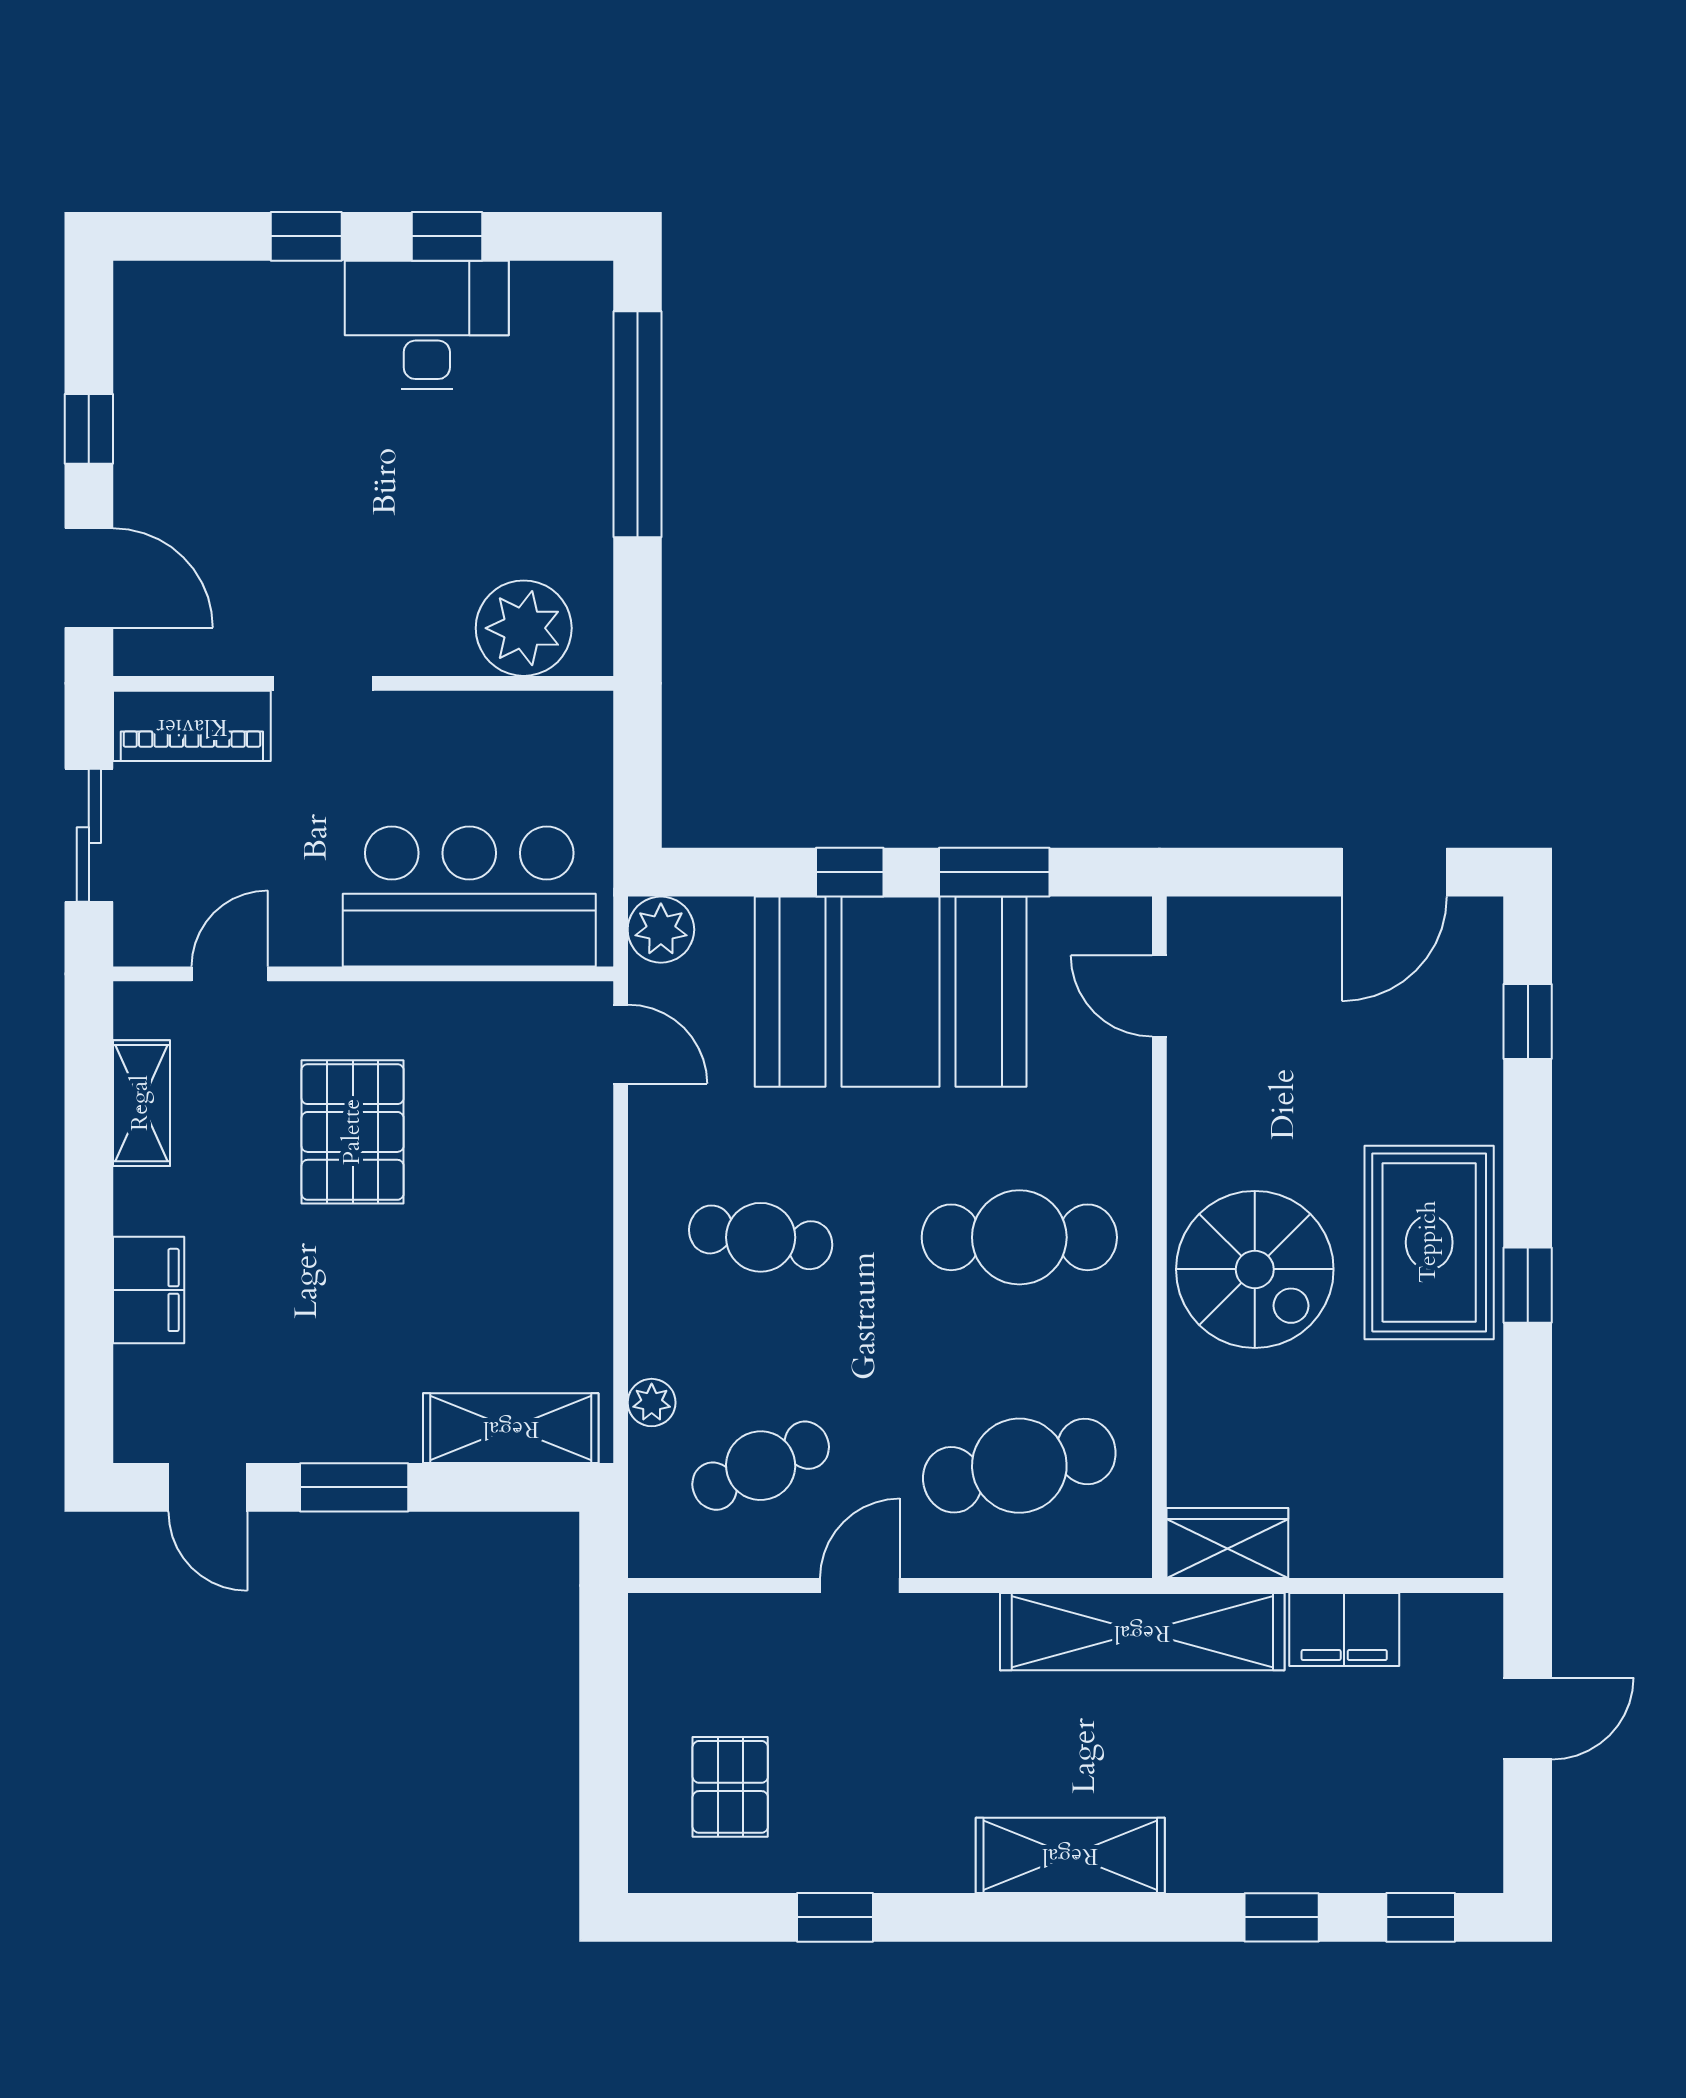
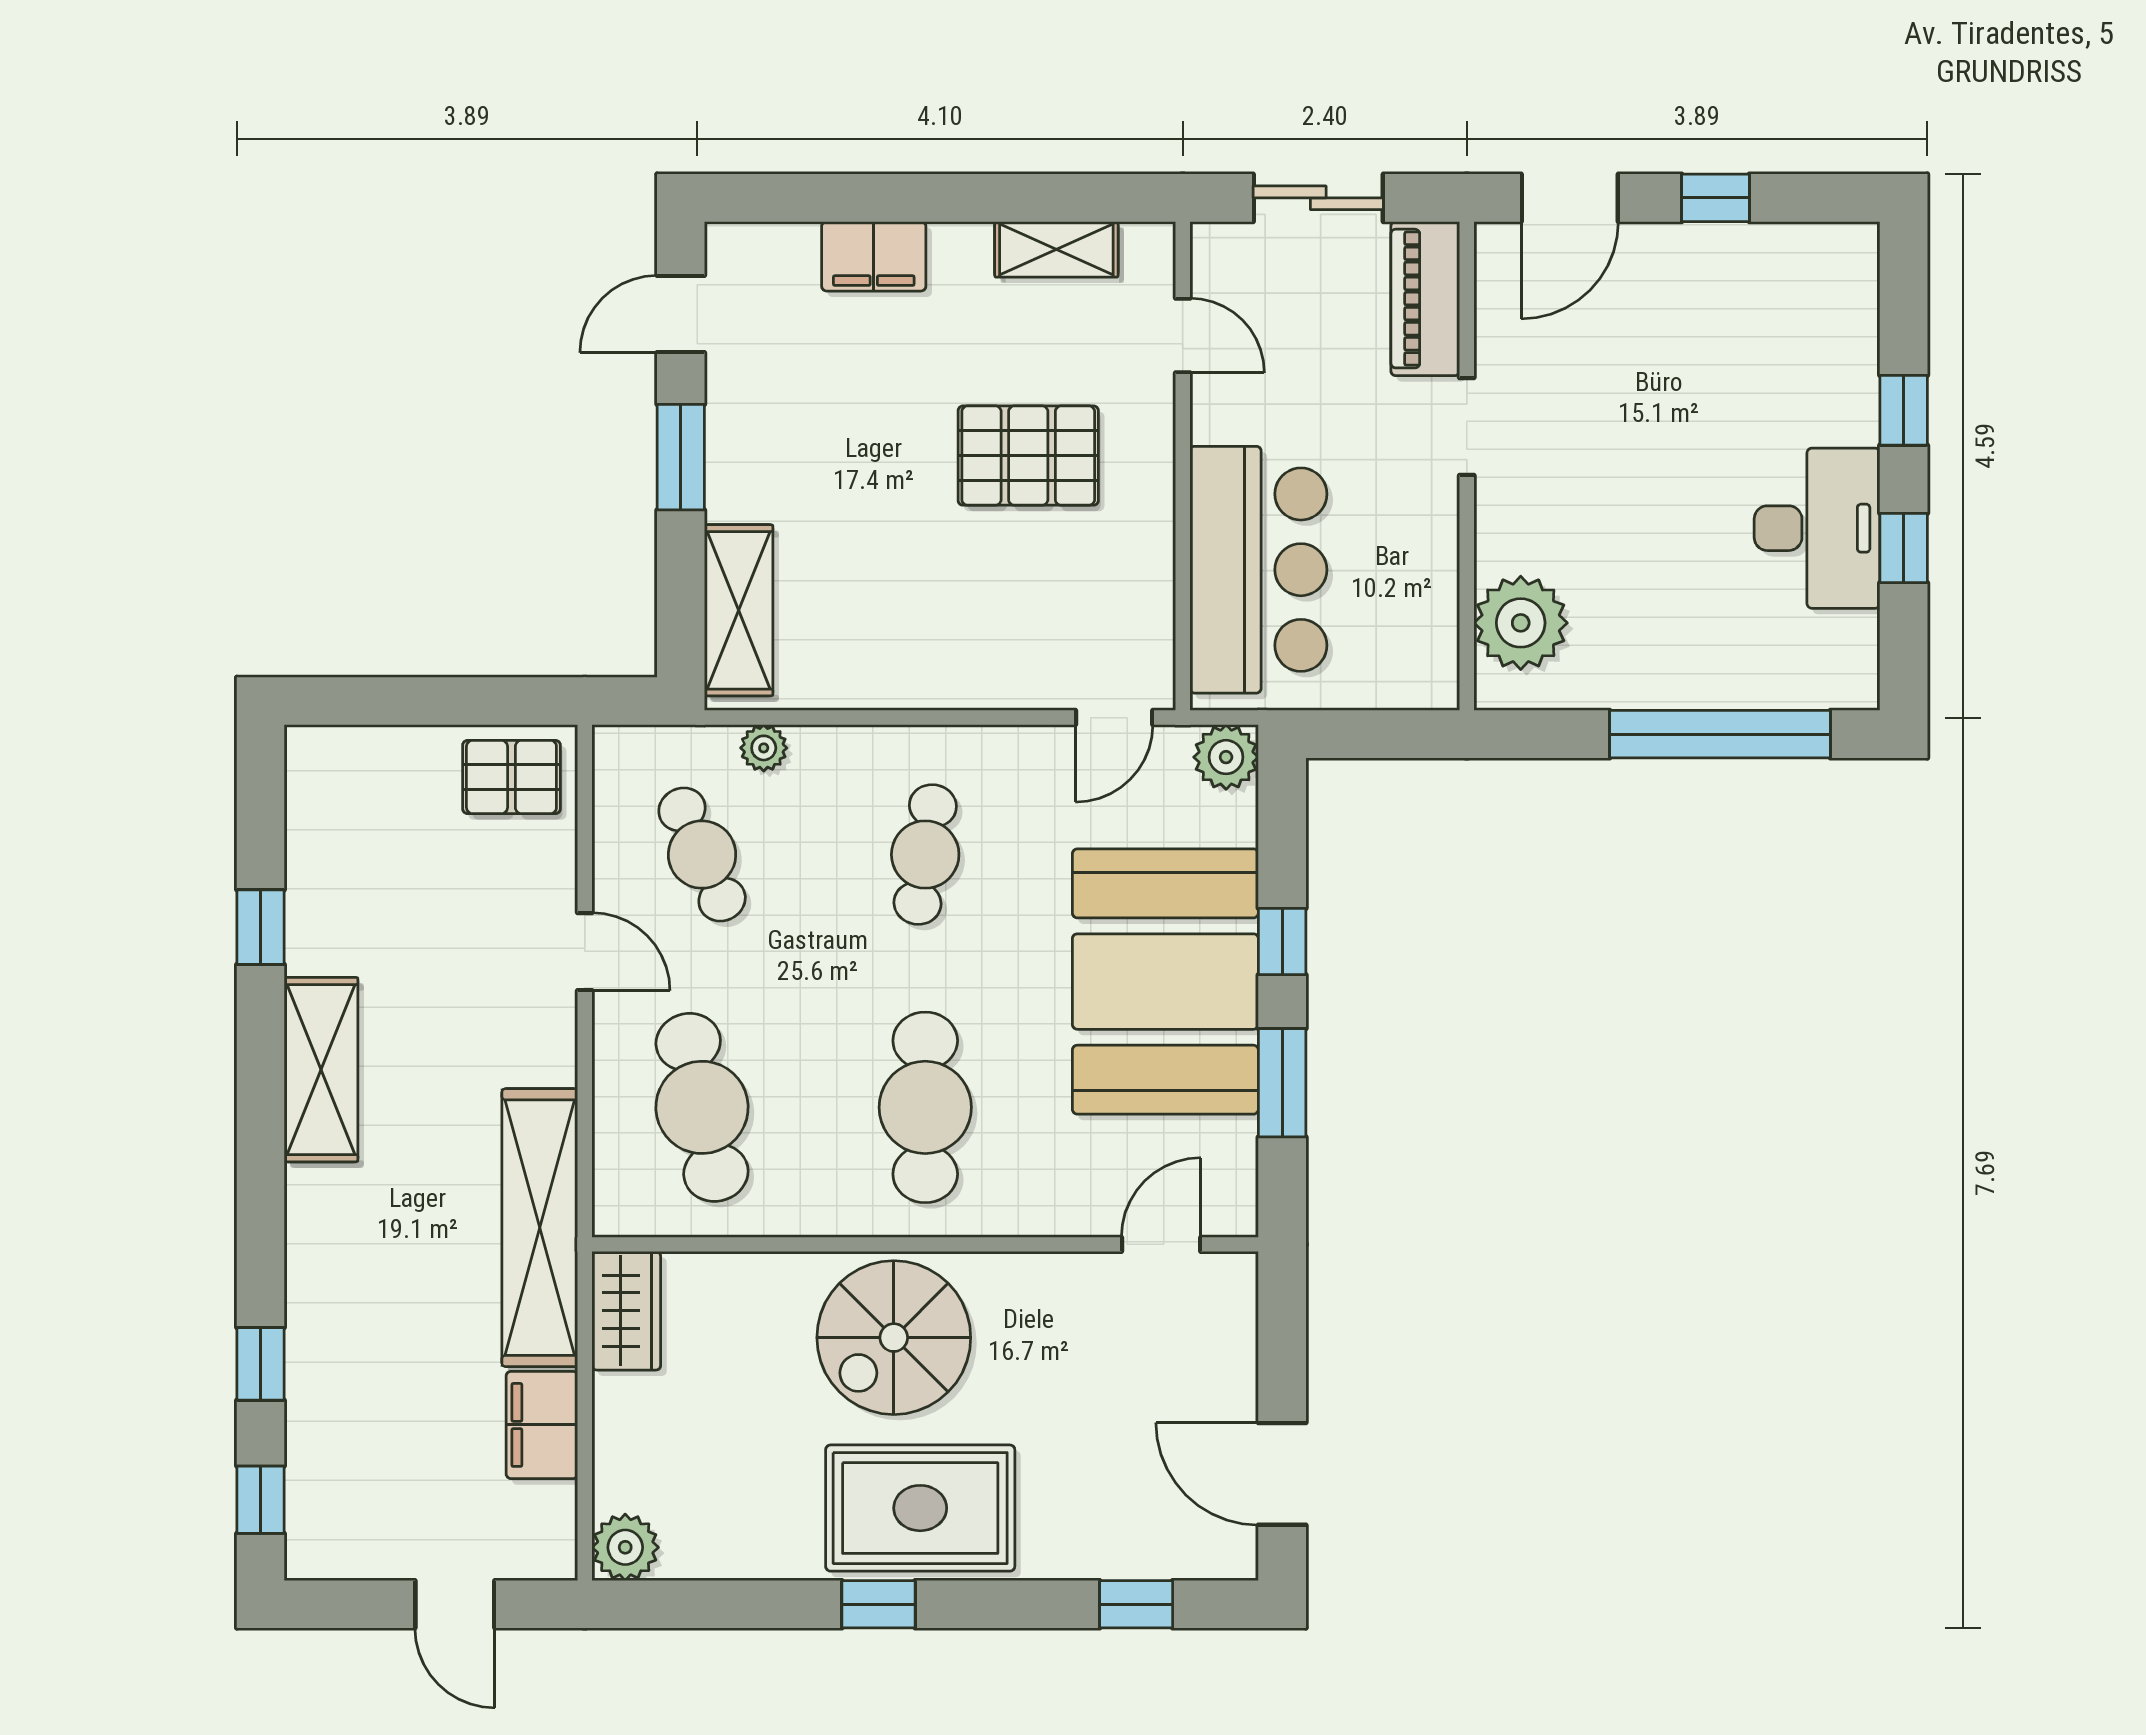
plant: (1469, 1544) -> (625, 1547), added
pallet: (730, 1787) -> (511, 777), moved
shelving: (1070, 1855) -> (321, 1070), moved

